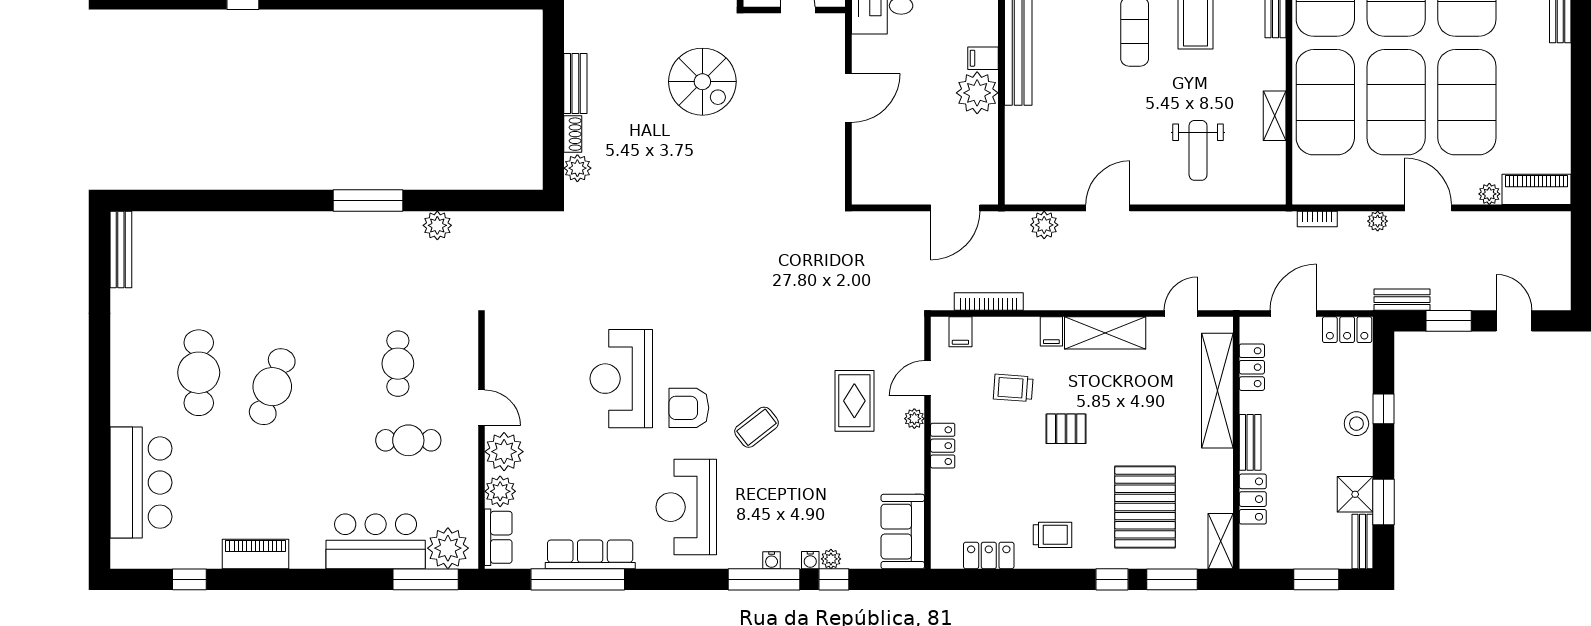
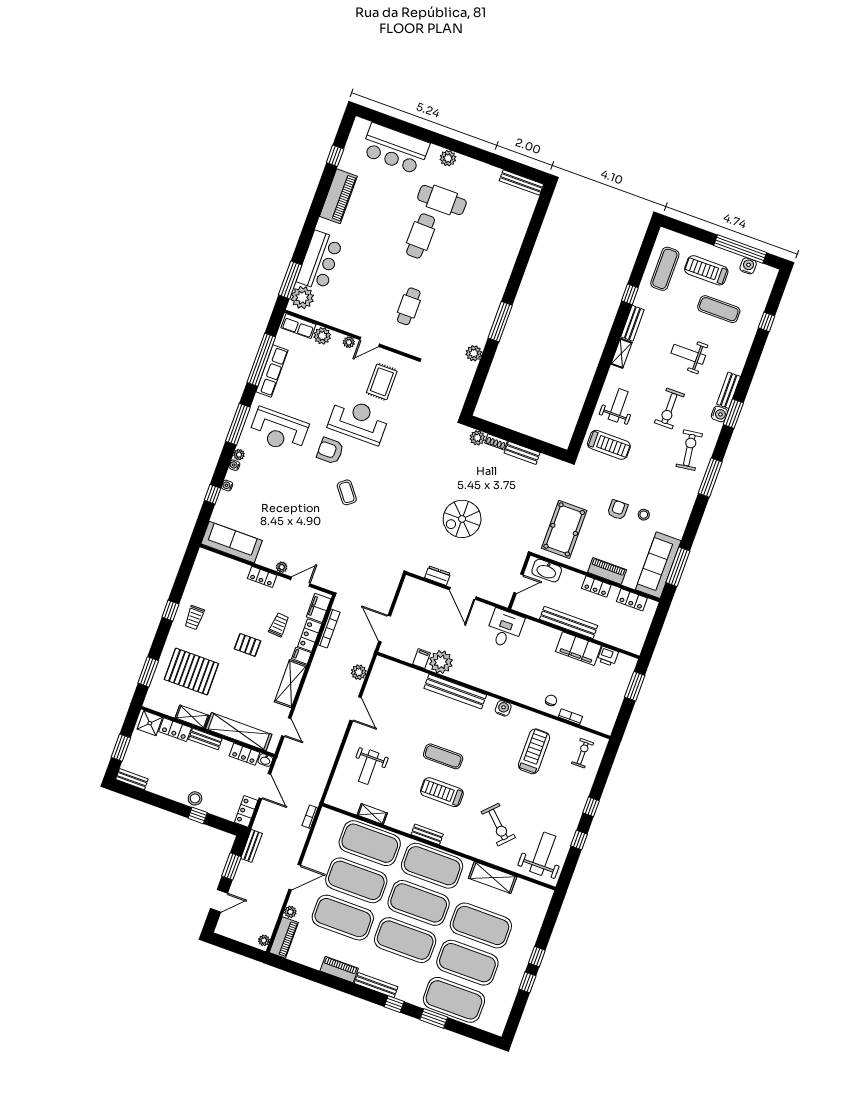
filing cabinet: (983, 58) -> (422, 659), moved
piano: (1557, 77) -> (339, 970), added
spiral stairs: (702, 82) -> (462, 519), moved
weight bench: (1198, 150) -> (369, 767), turned -90
dresser: (834, 151) -> (438, 576), added
plant: (1378, 221) -> (264, 940), moved
washbasin: (1249, 329) -> (265, 760), added
filing cabinet: (960, 332) -> (319, 608), width x2.00
cafe table: (398, 364) -> (409, 306), turned 90
door: (928, 378) -> (300, 582), hinge flipped
cafe table: (272, 387) -> (421, 236), turned 71
plant: (125, 388) -> (448, 158), added
rug: (854, 401) -> (382, 382), moved, turned 90
armchair: (689, 408) -> (330, 451), turned -90
coffee table: (757, 427) -> (347, 492), moved
pallet: (1066, 429) -> (248, 645), turned 90
cafe table: (408, 440) -> (366, 297), removed
plant: (504, 452) -> (349, 342), width x0.53, depth x0.53
shower: (1355, 494) -> (150, 723), moved
window: (1383, 502) -> (149, 798), removed
reception desk: (686, 507) -> (279, 430), turned 180
sofa: (903, 532) -> (232, 542), width x1.36
shelving: (1221, 541) -> (192, 717), moved
piano: (255, 554) -> (338, 196), width x1.37, depth x1.33
locker: (989, 555) -> (310, 635), moved, turned 180
plant: (831, 559) -> (239, 455), moved
window: (764, 579) -> (238, 424), moved
window: (1112, 579) -> (170, 611), moved

